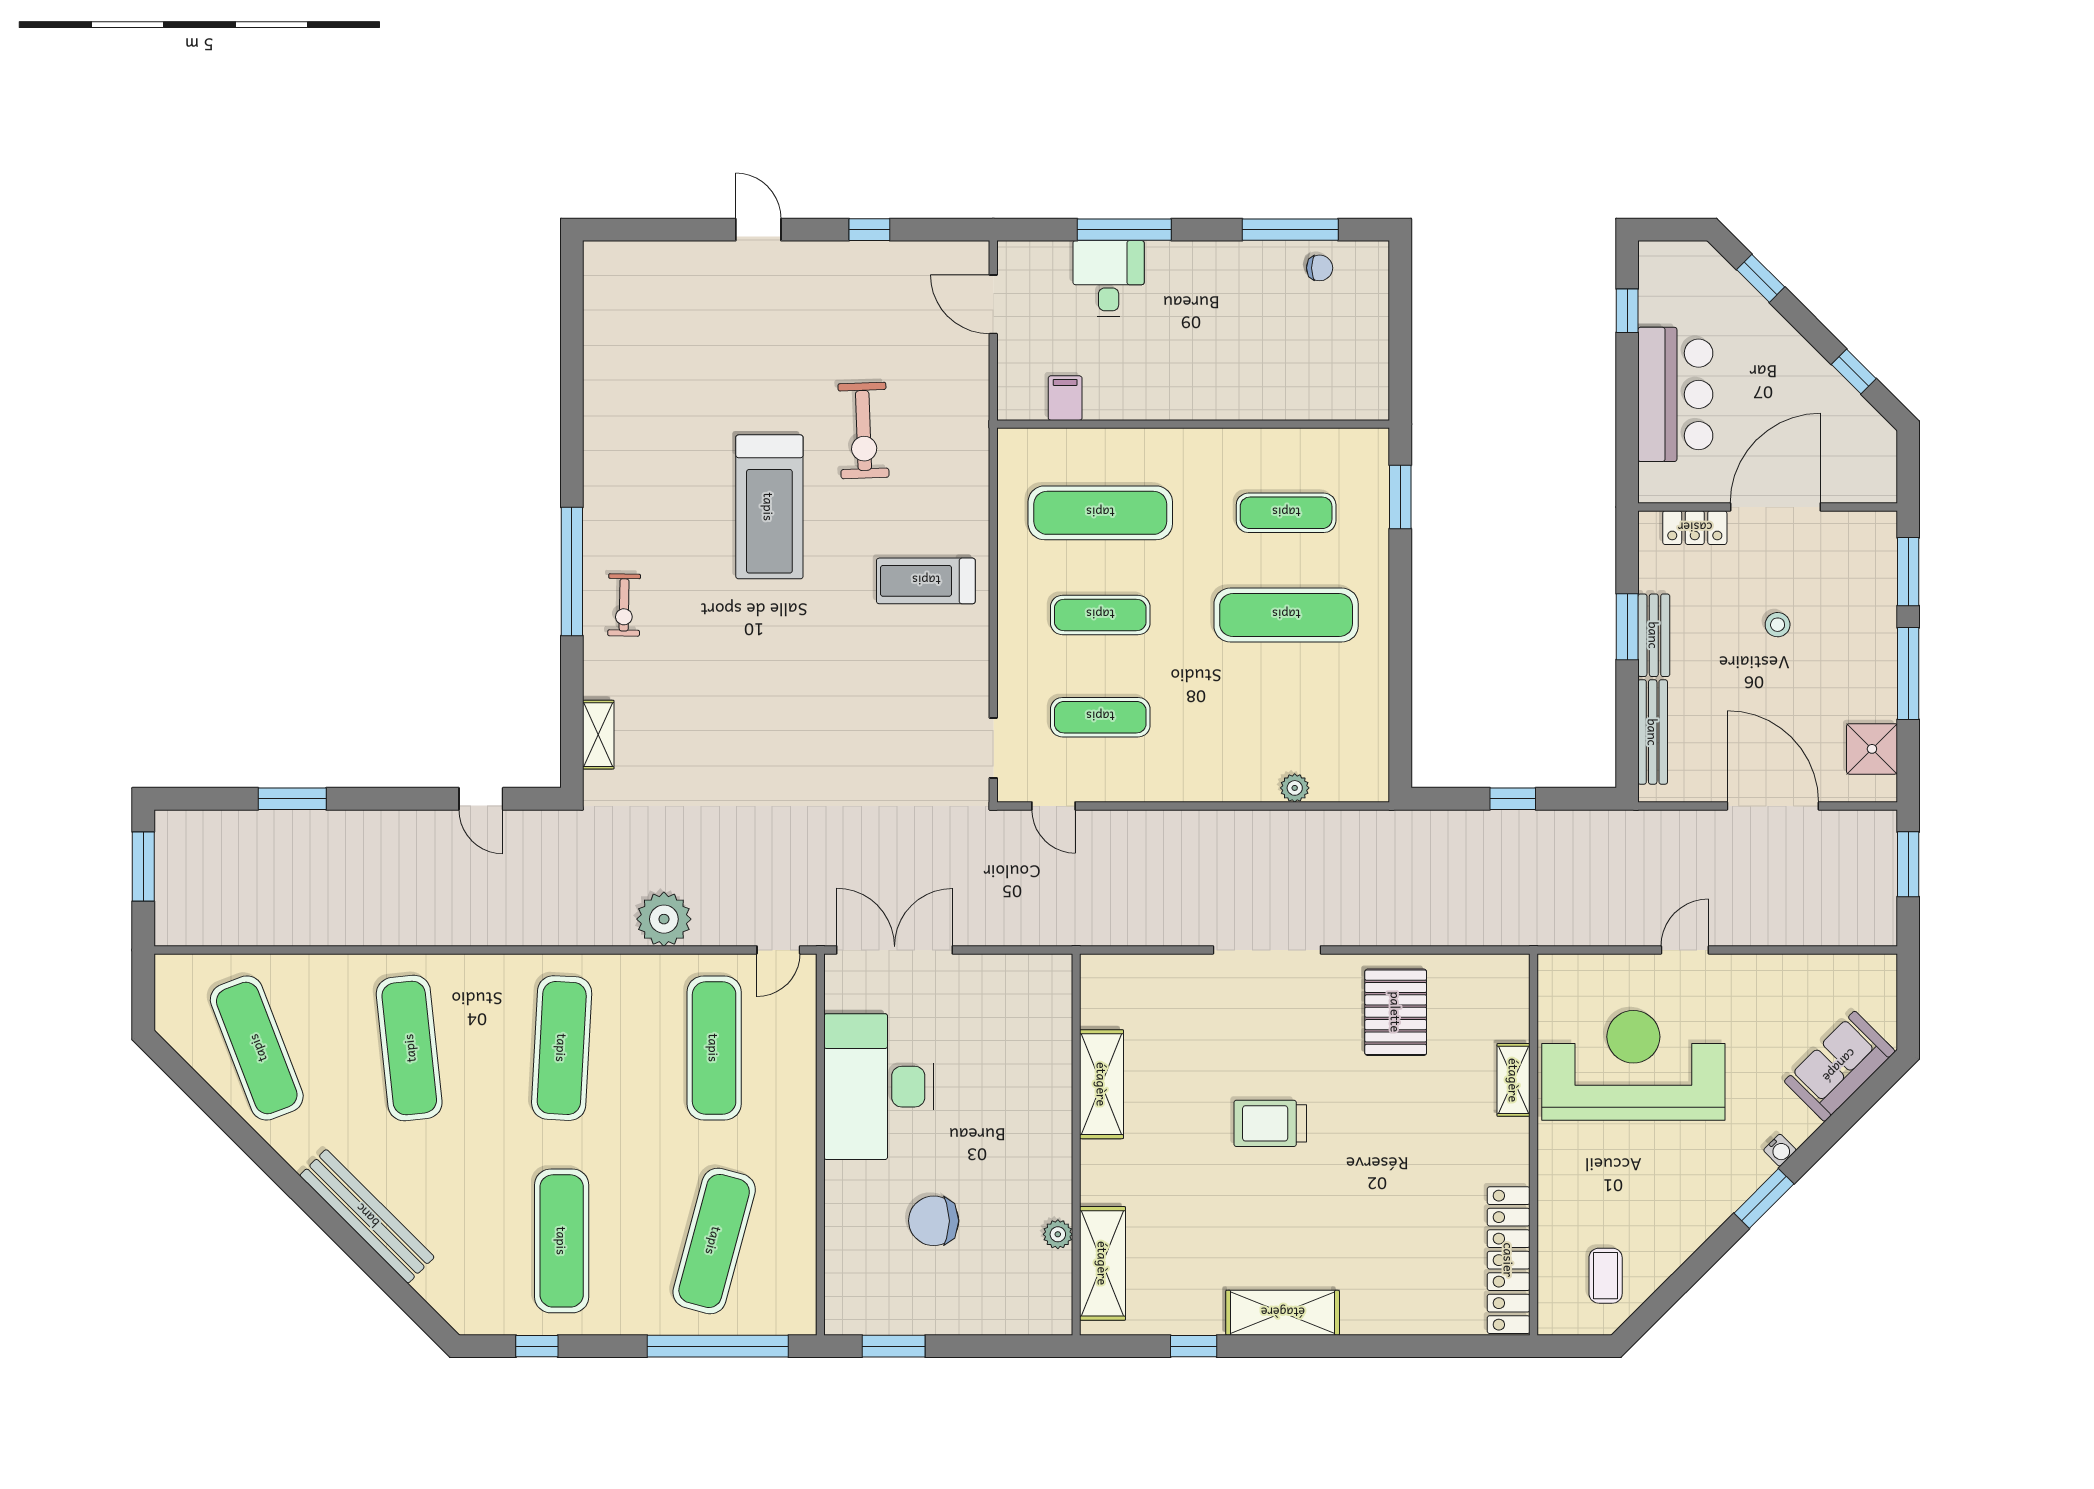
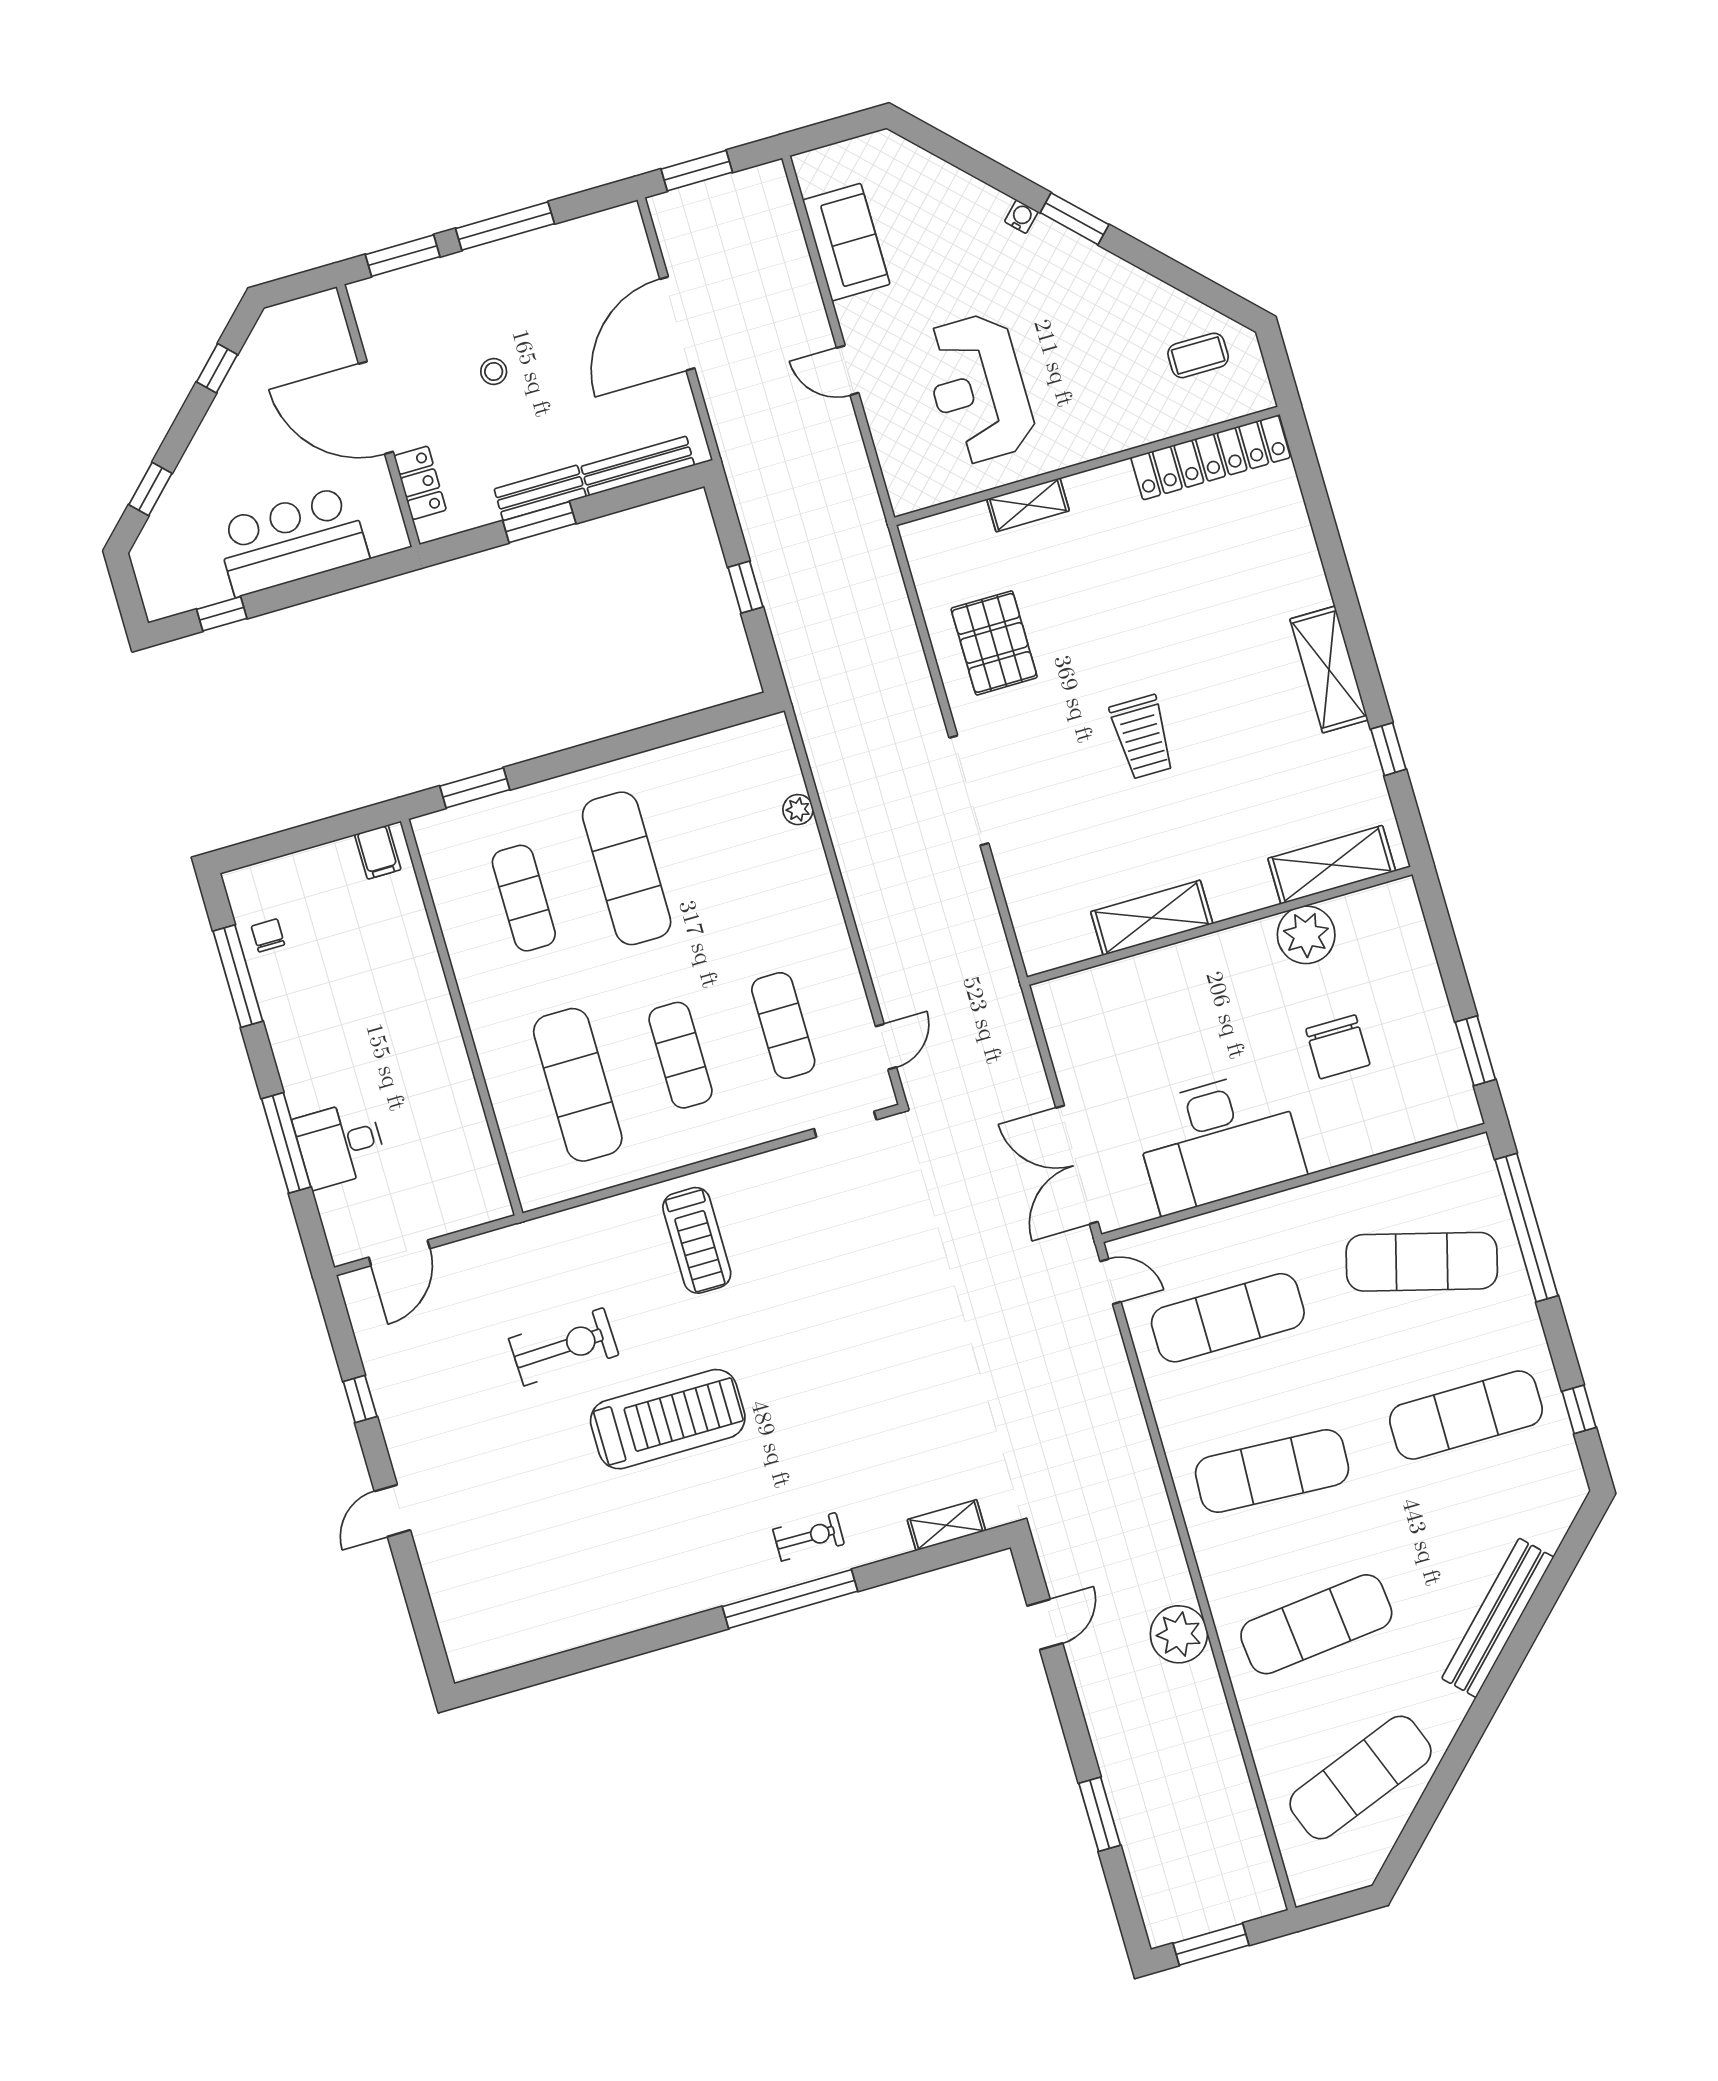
filing cabinet: (1065, 398) -> (378, 852), moved, turned -90
shower: (1872, 749) -> (591, 241), removed
plant: (664, 919) -> (1179, 1634), moved
pallet: (1396, 1012) -> (994, 643), turned 90
reception desk: (1633, 1065) -> (978, 389), width x0.74, depth x0.77
sofa: (1840, 1066) -> (846, 242), moved, turned -135
plant: (1058, 1234) -> (1306, 935), width x1.87, depth x1.87

